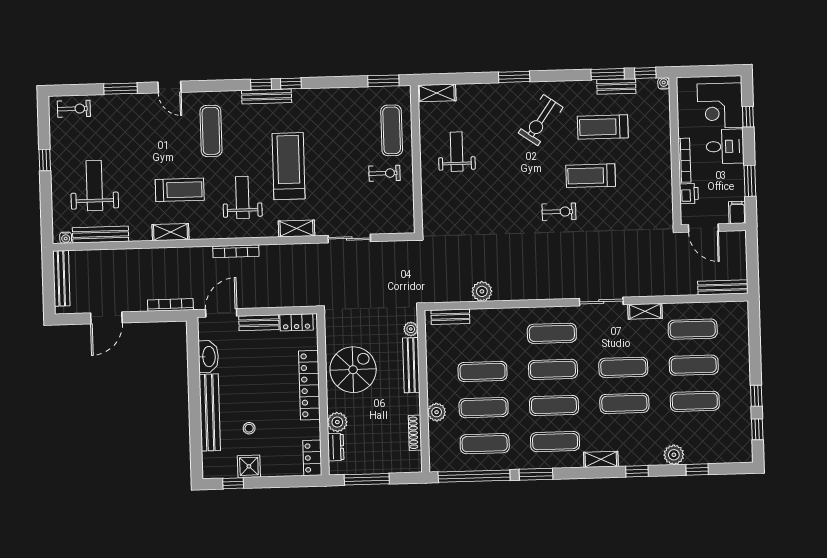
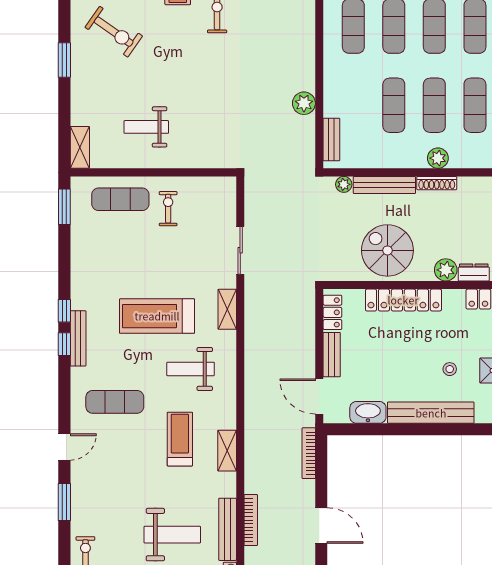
weight bench: (94, 186) -> (172, 535), turned 180
bookcase: (236, 251) -> (251, 520), moved
shoe rack: (415, 433) -> (437, 183), moved

